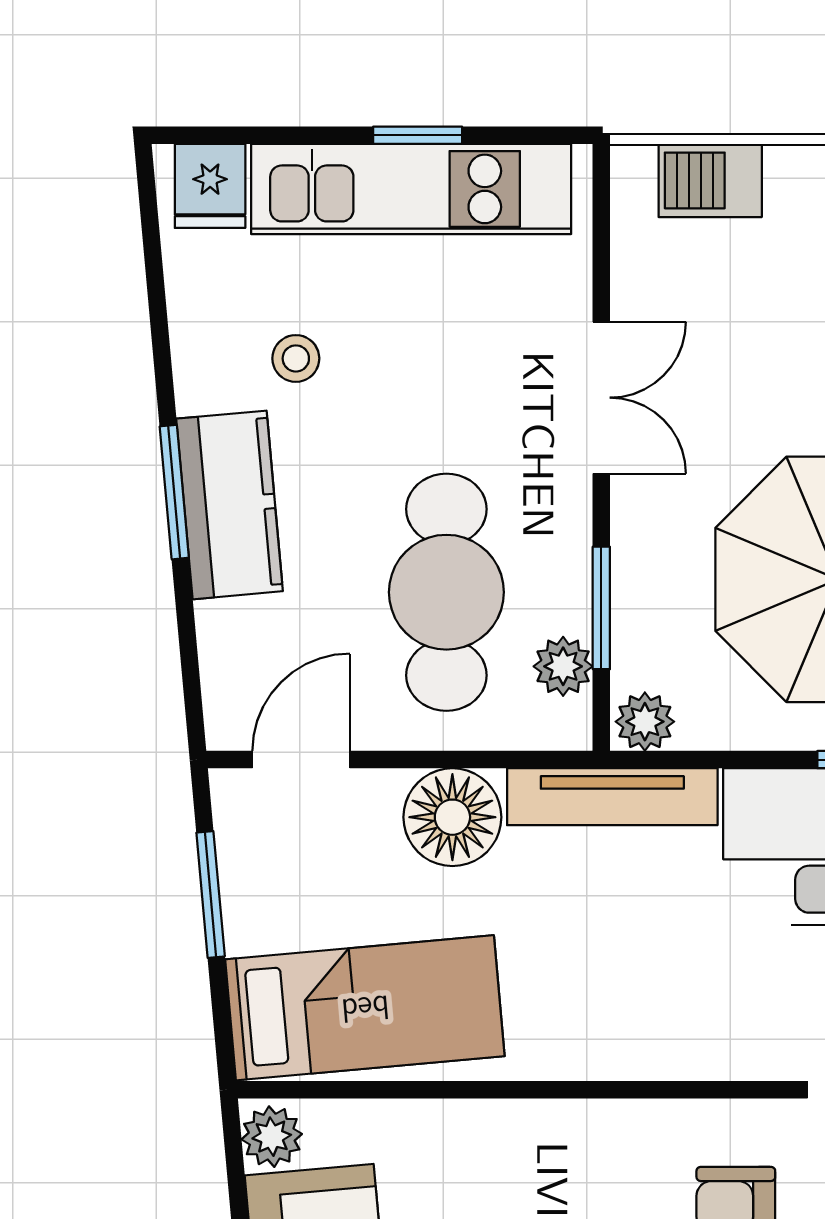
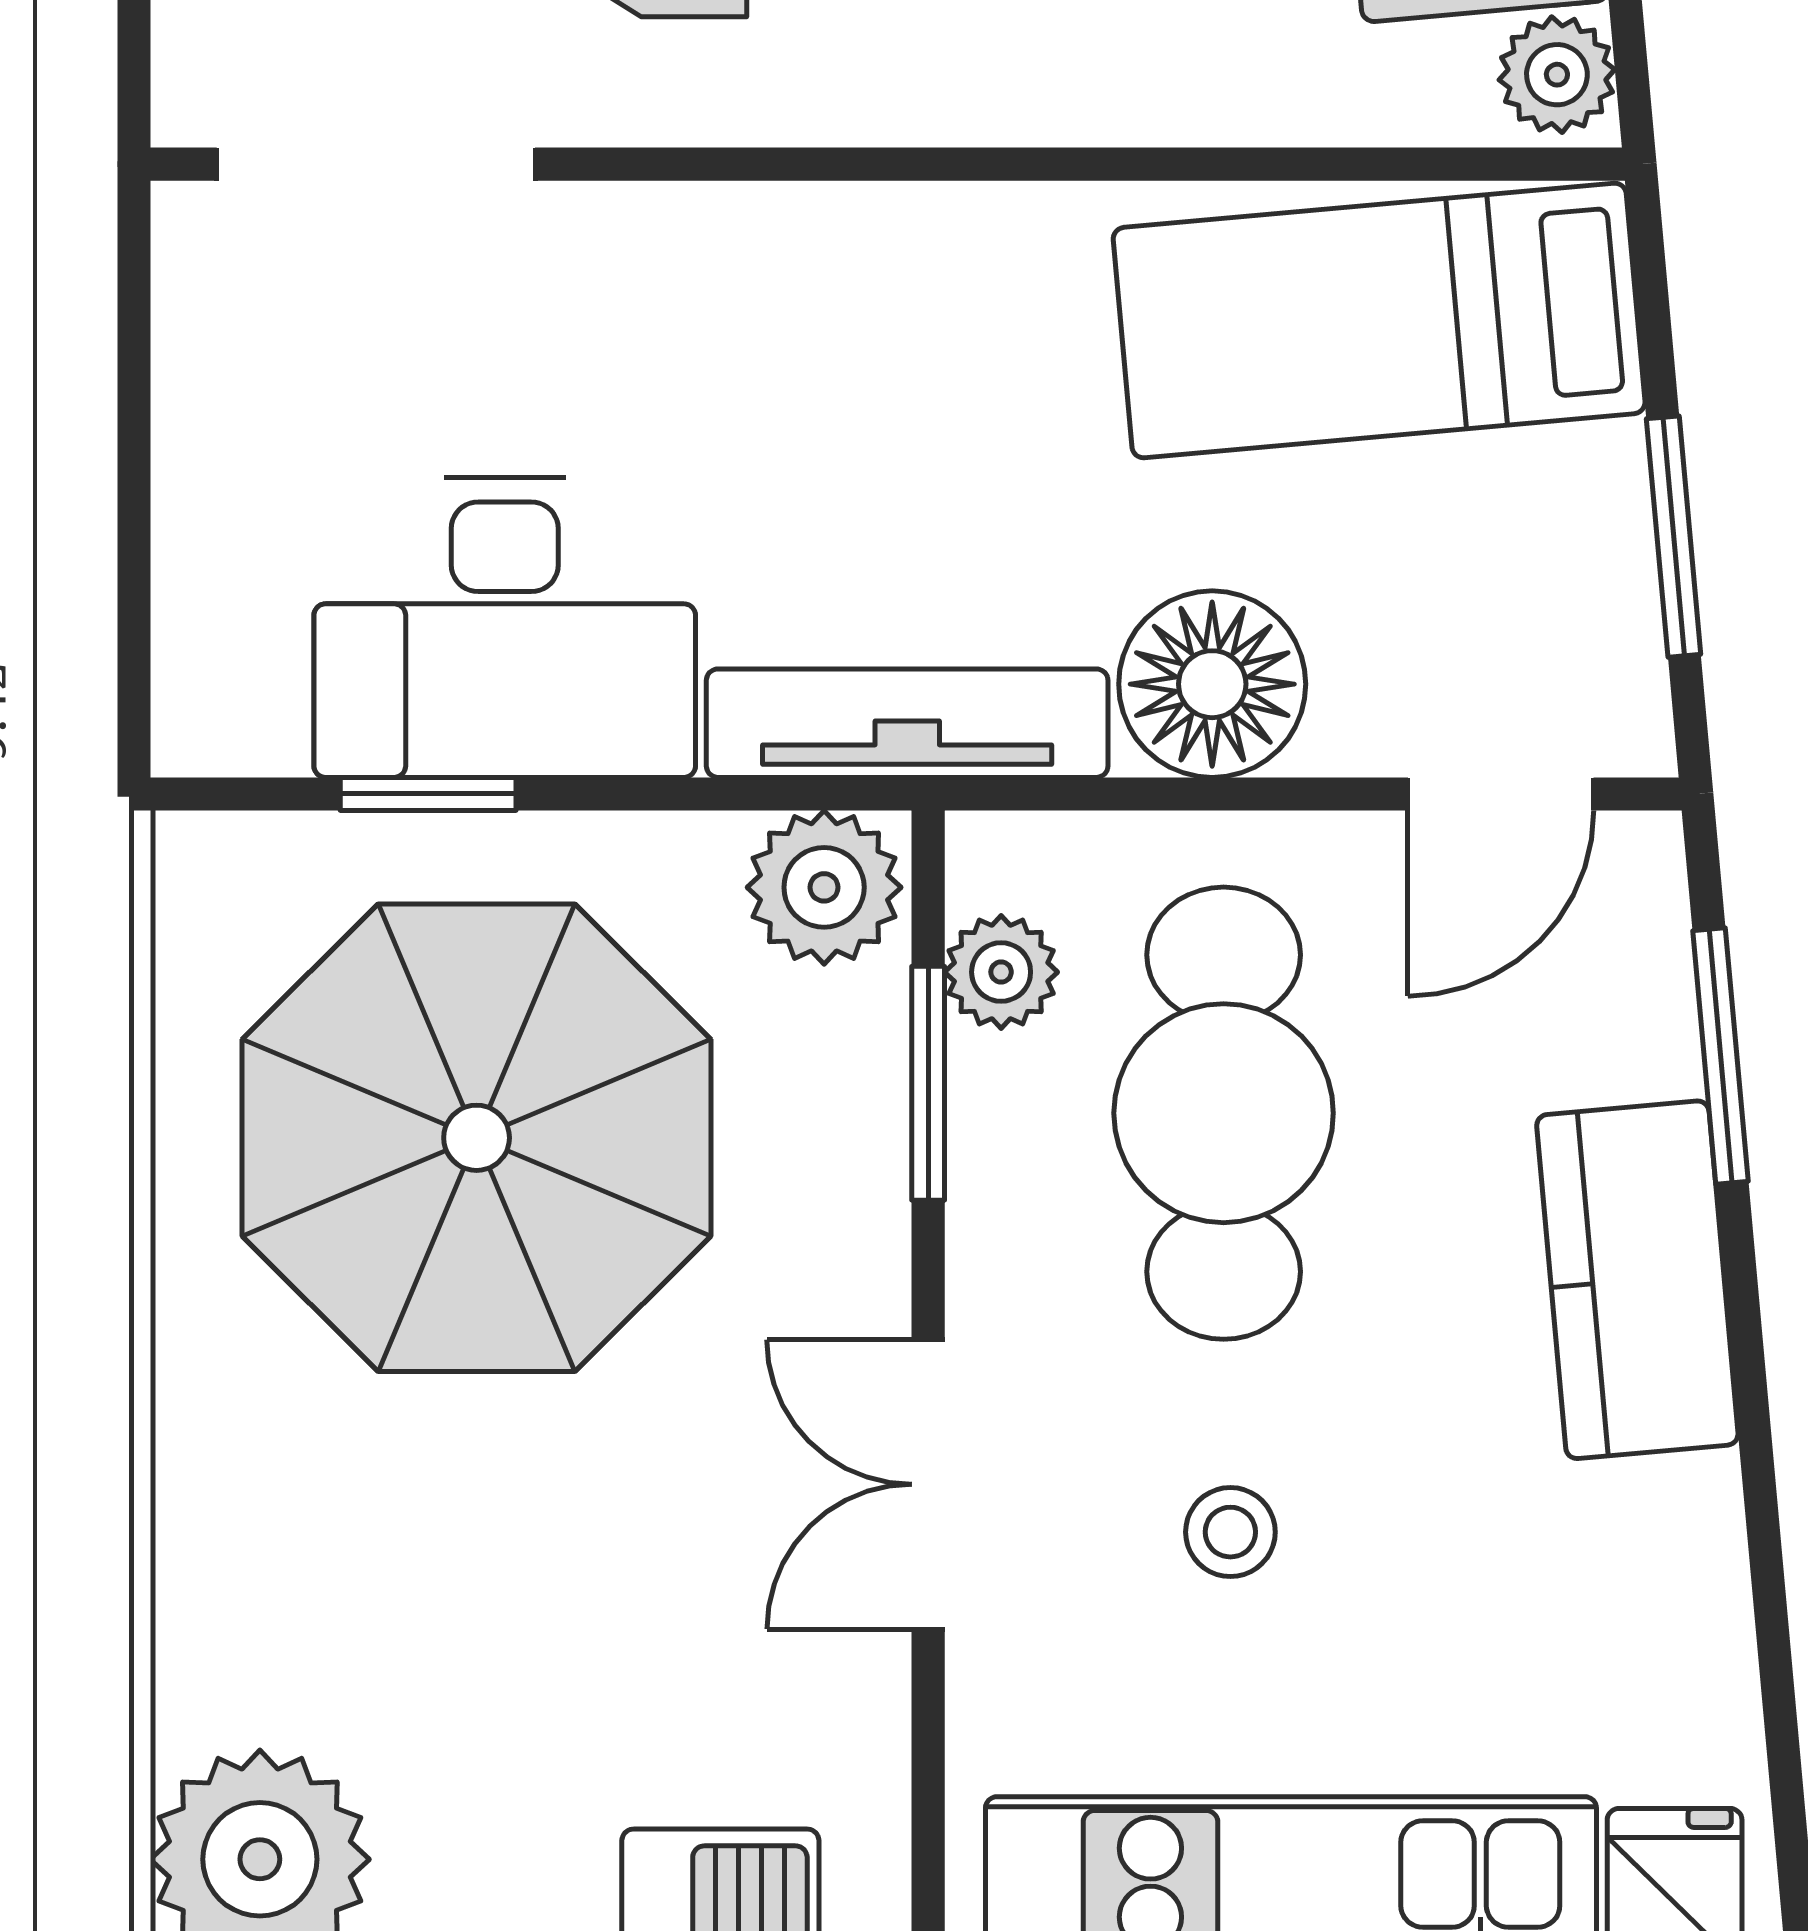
stool: (296, 358) -> (1230, 1532), moved
window: (174, 492) -> (1720, 1056), moved
plant: (645, 722) -> (824, 887), width x1.38, depth x1.38

